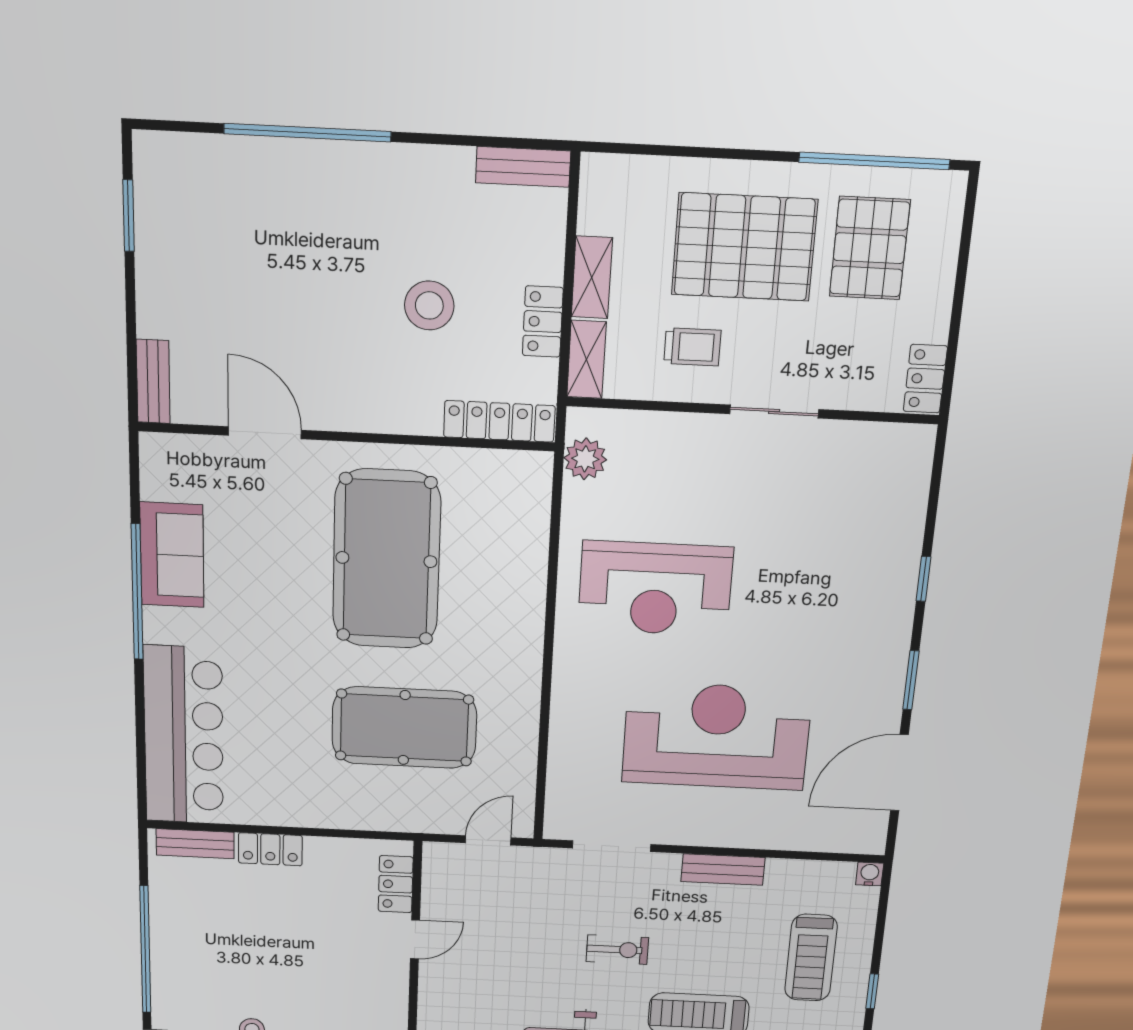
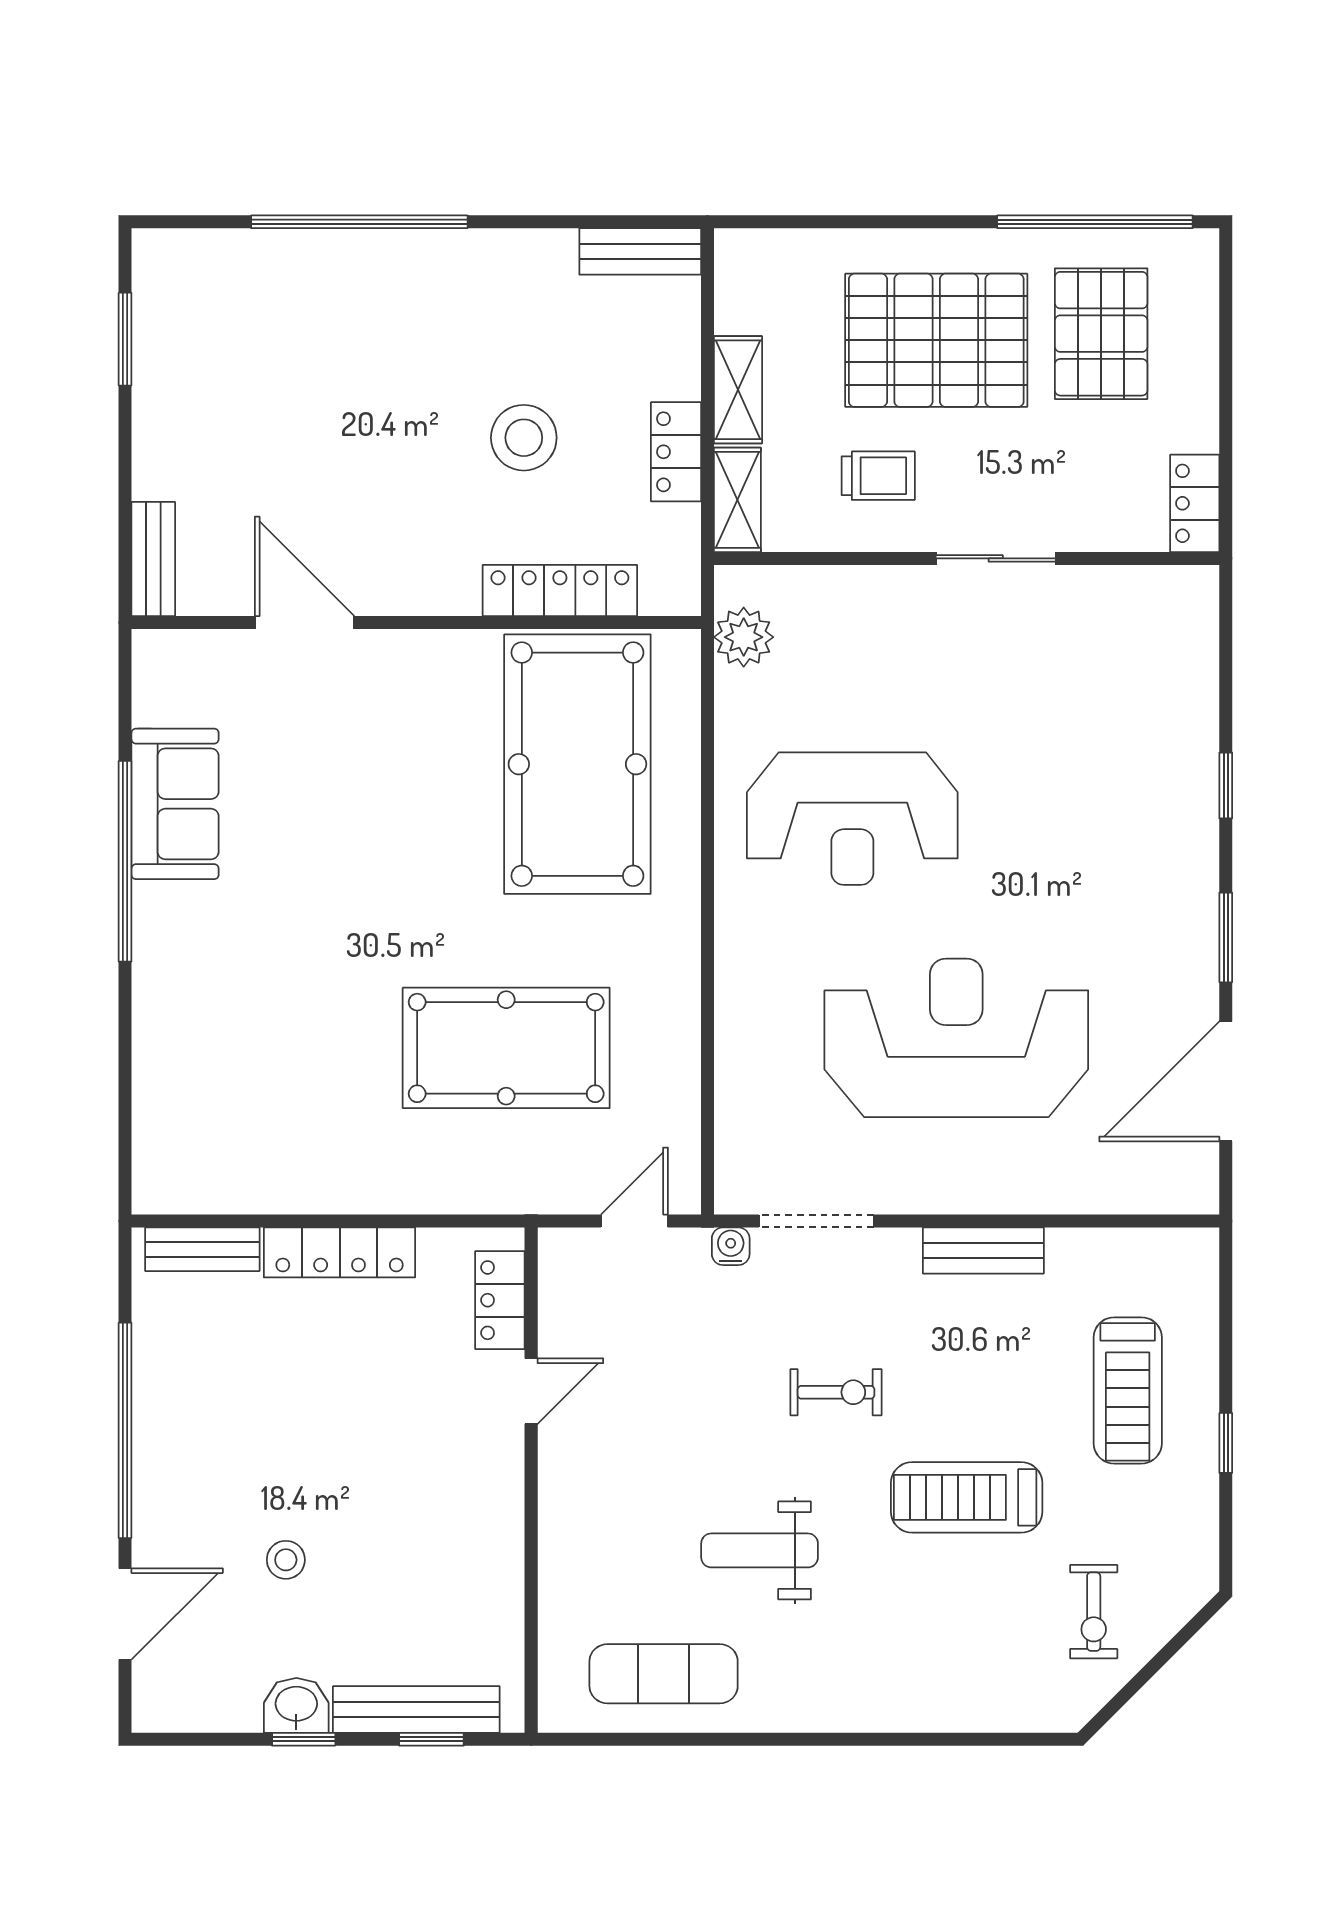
locker: (499, 421) -> (560, 591), moved
pool table: (386, 560) -> (577, 764), moved
bar counter: (184, 736) -> (188, 1077), removed
locker: (270, 849) -> (340, 1252), width x1.53
water cooler: (870, 874) -> (731, 1246), moved

